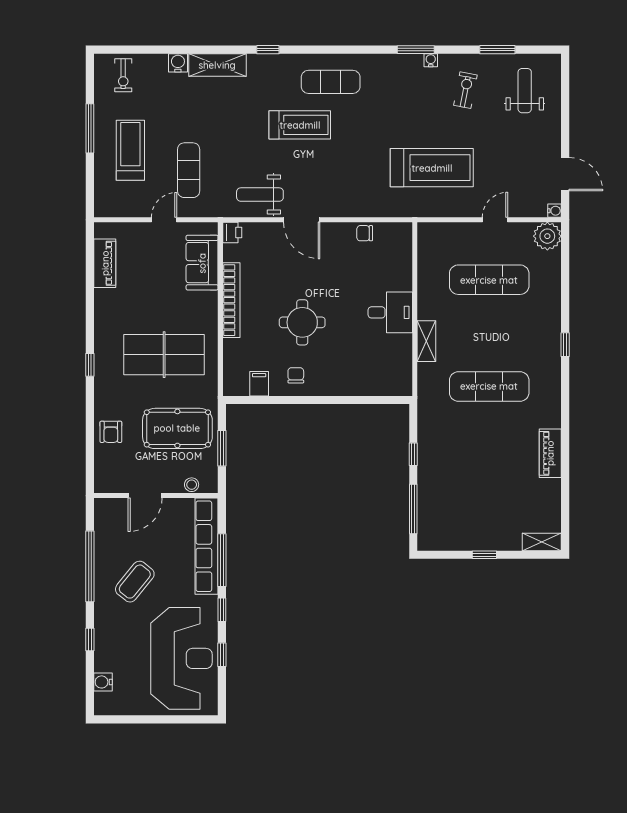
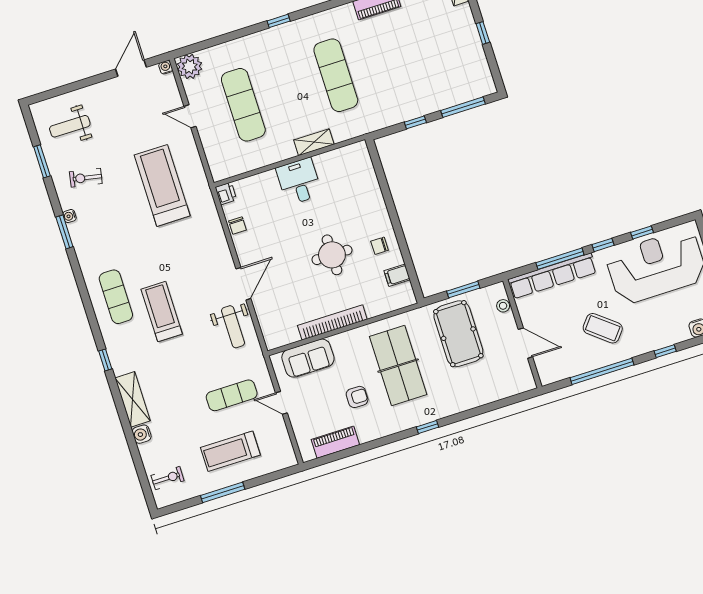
printer: (232, 233) -> (226, 193), moved, turned 90
armchair: (111, 432) -> (357, 397), moved

